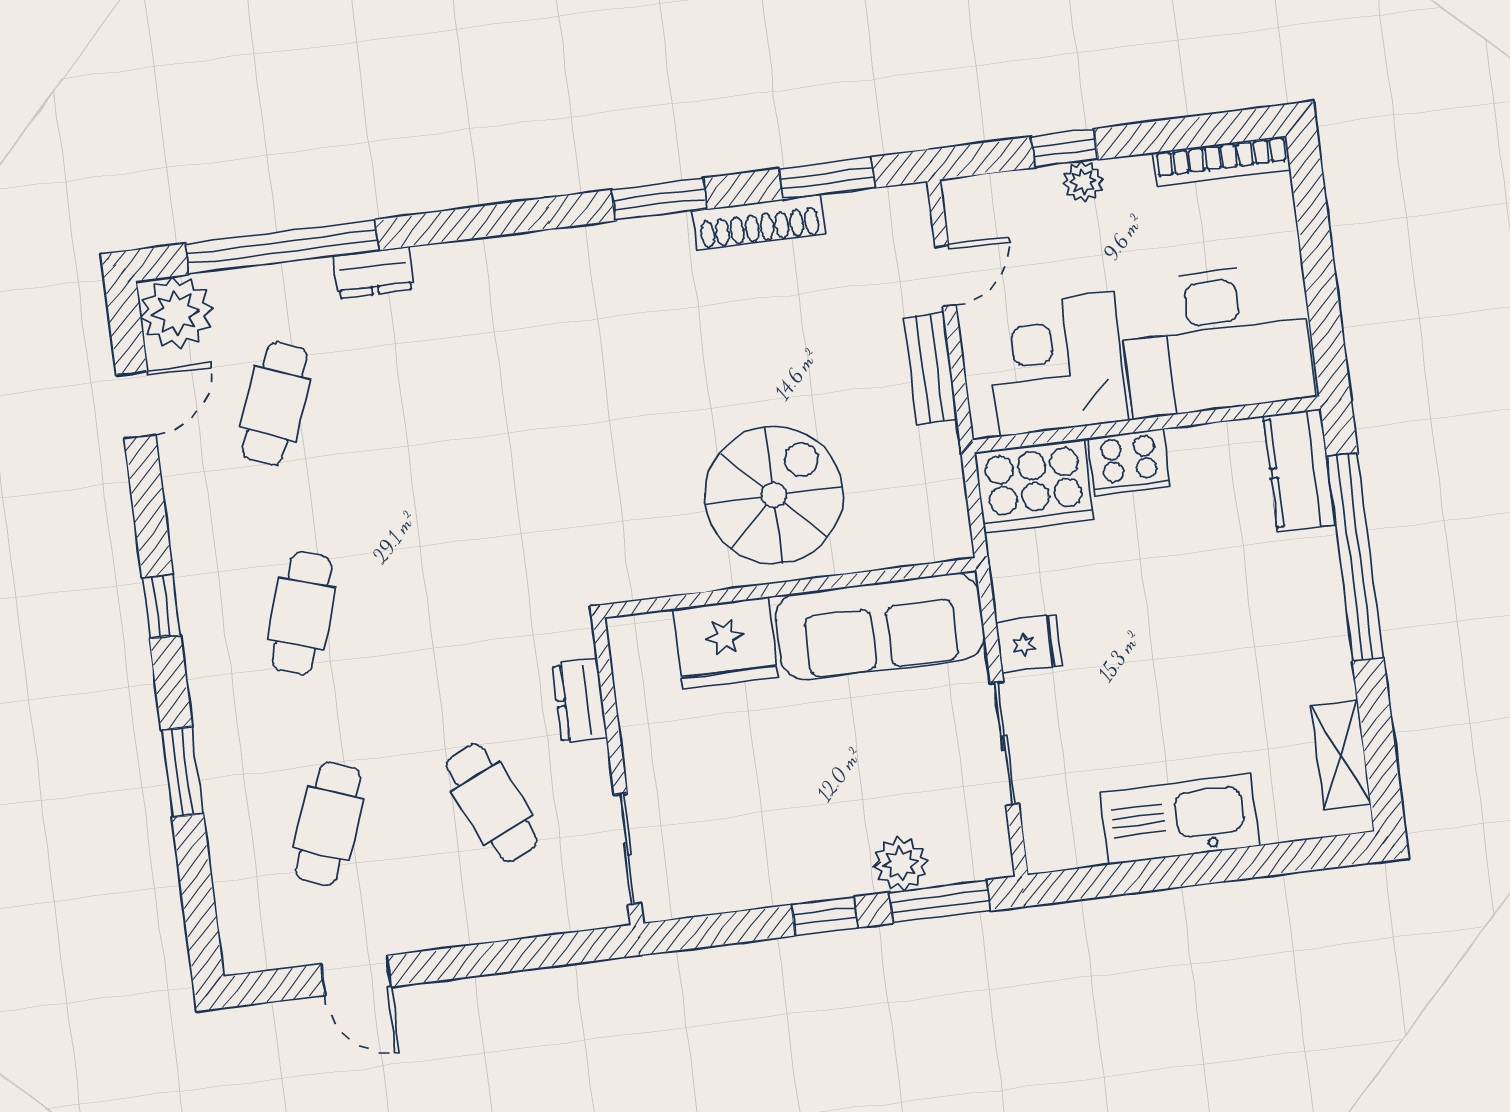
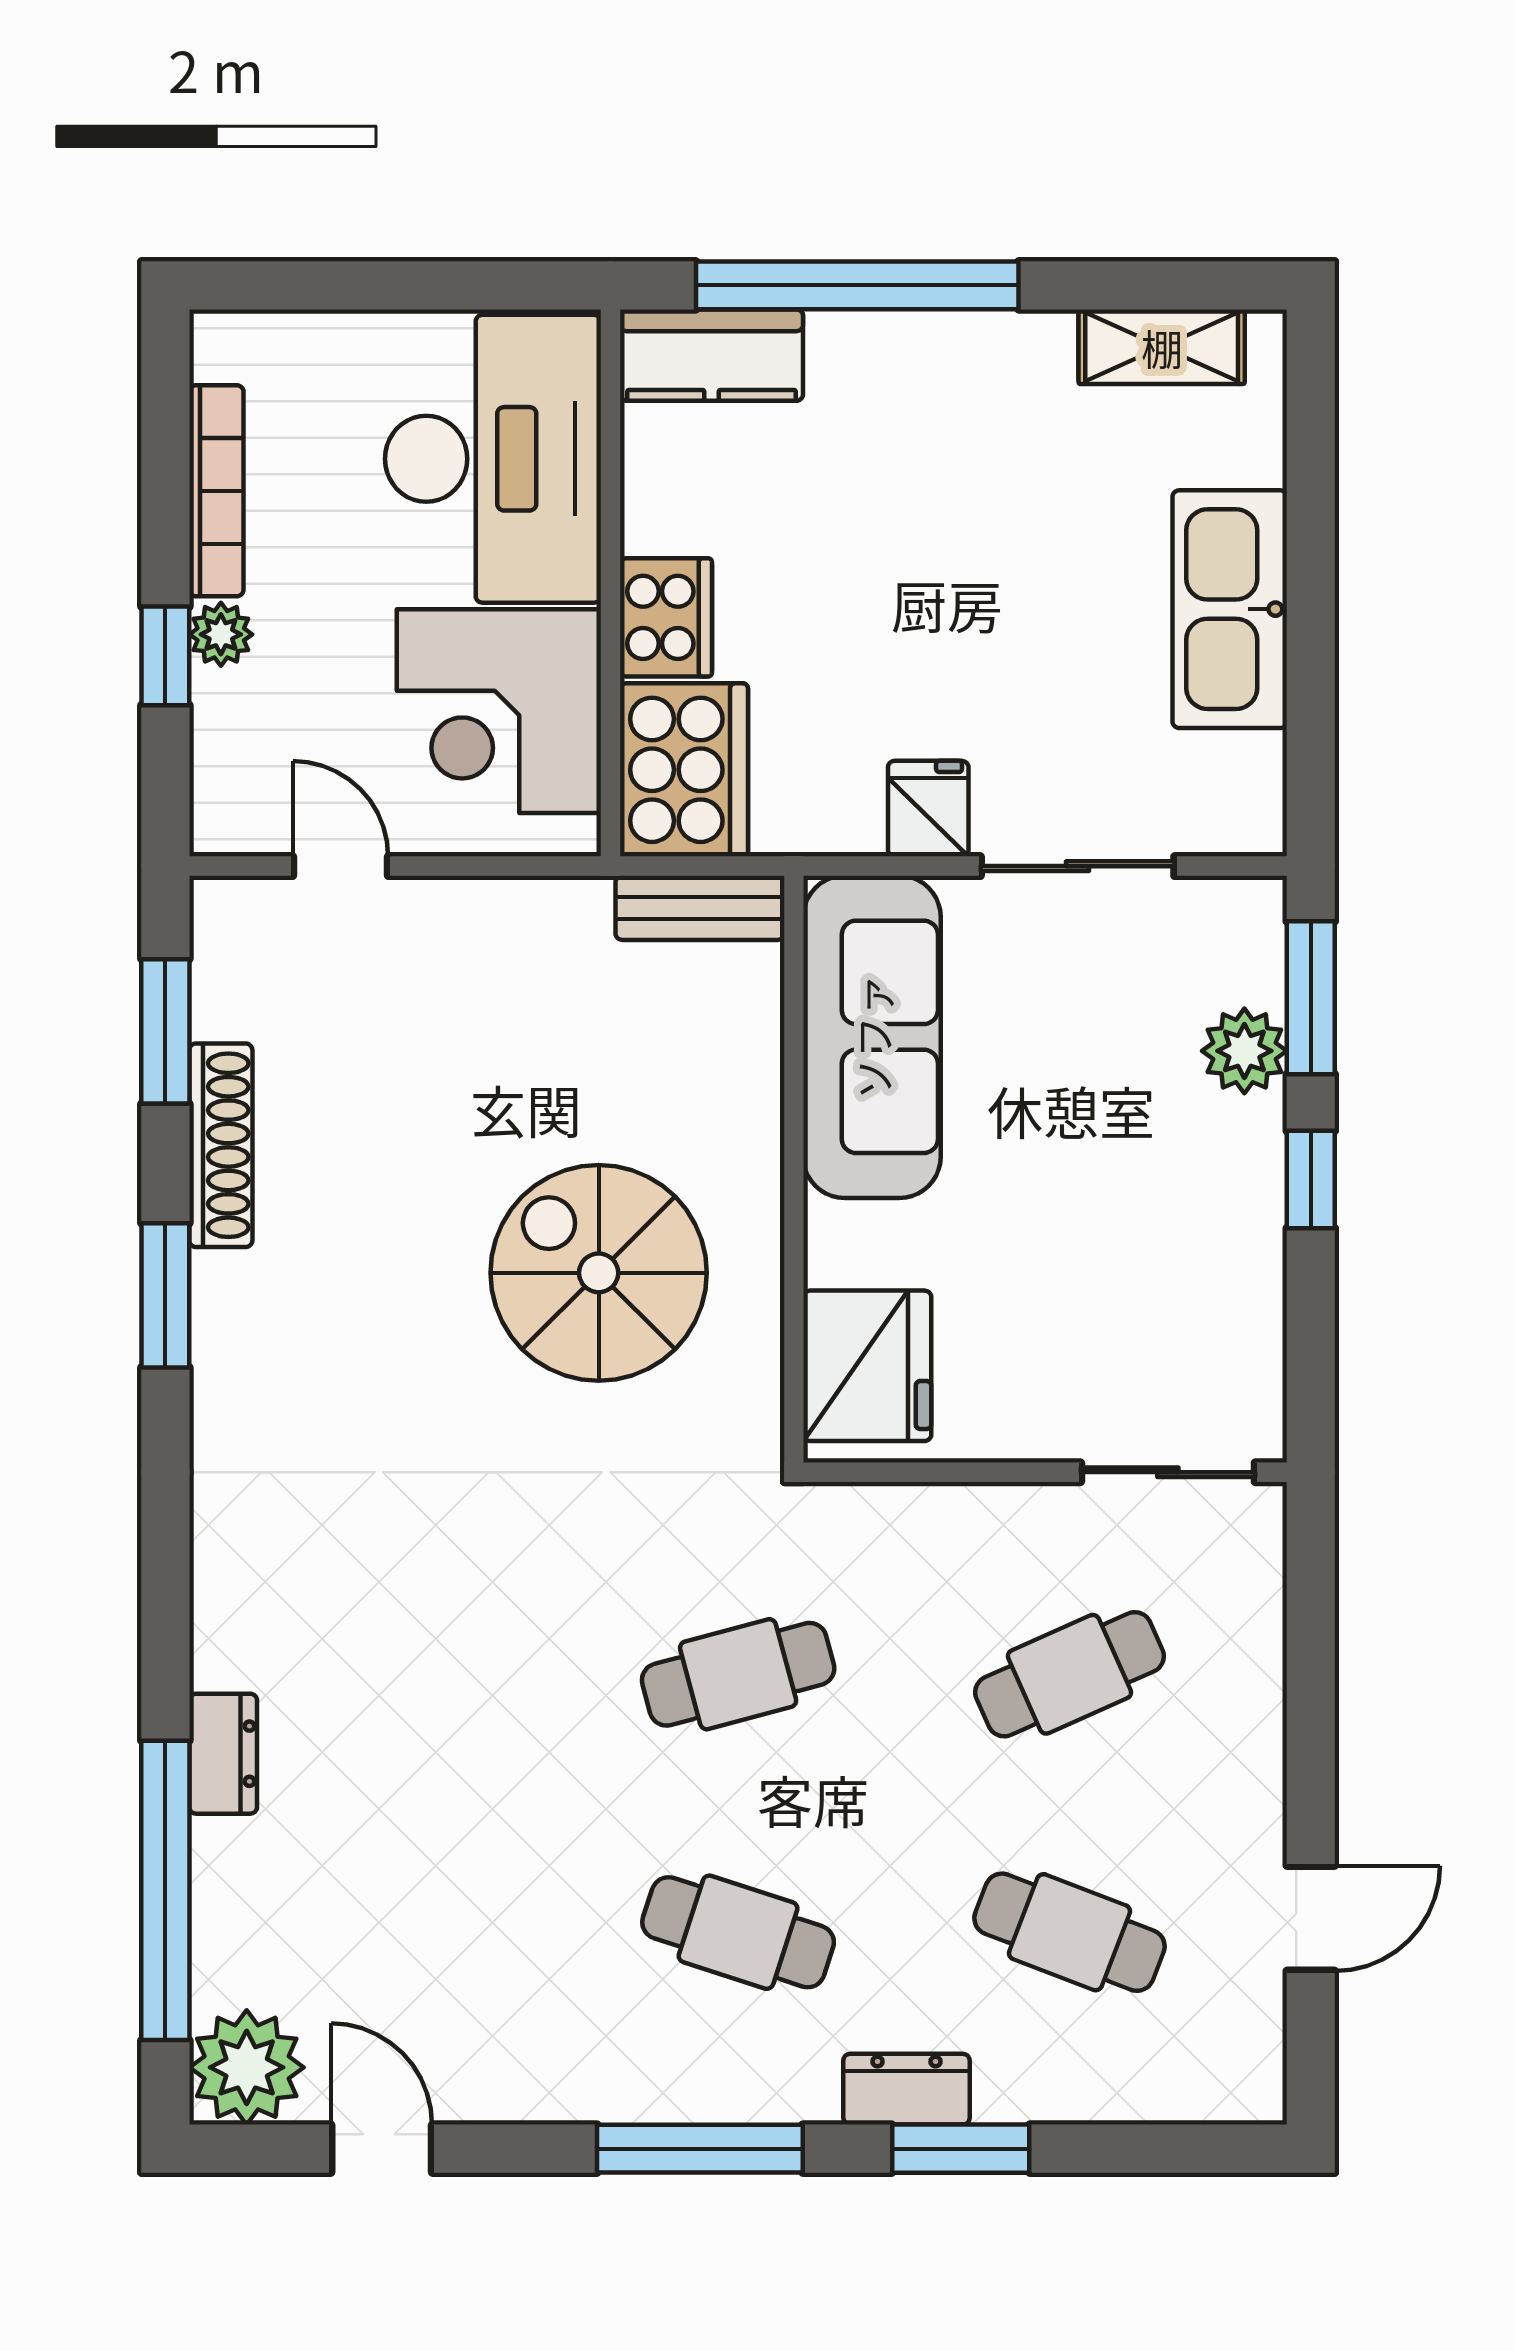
bookcase: (1222, 161) -> (216, 491), moved
bench: (930, 369) -> (700, 908), moved
cafe table: (275, 403) -> (738, 1674), moved, turned -36
spiral stairs: (774, 495) -> (599, 1273), moved
window: (161, 607) -> (700, 2149), width x2.17
fridge: (725, 643) -> (867, 1366), moved
dresser: (580, 701) -> (907, 2089), moved, turned 180

